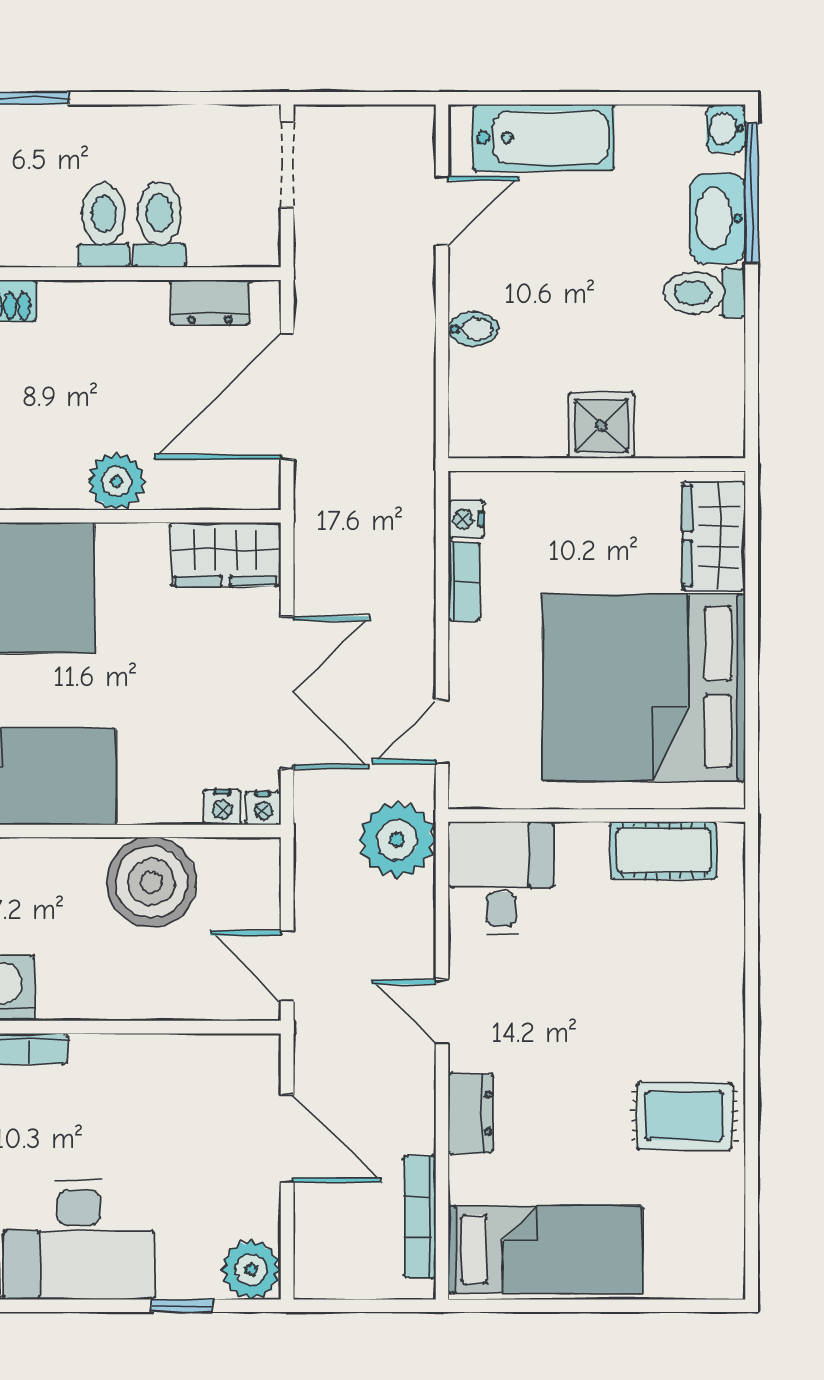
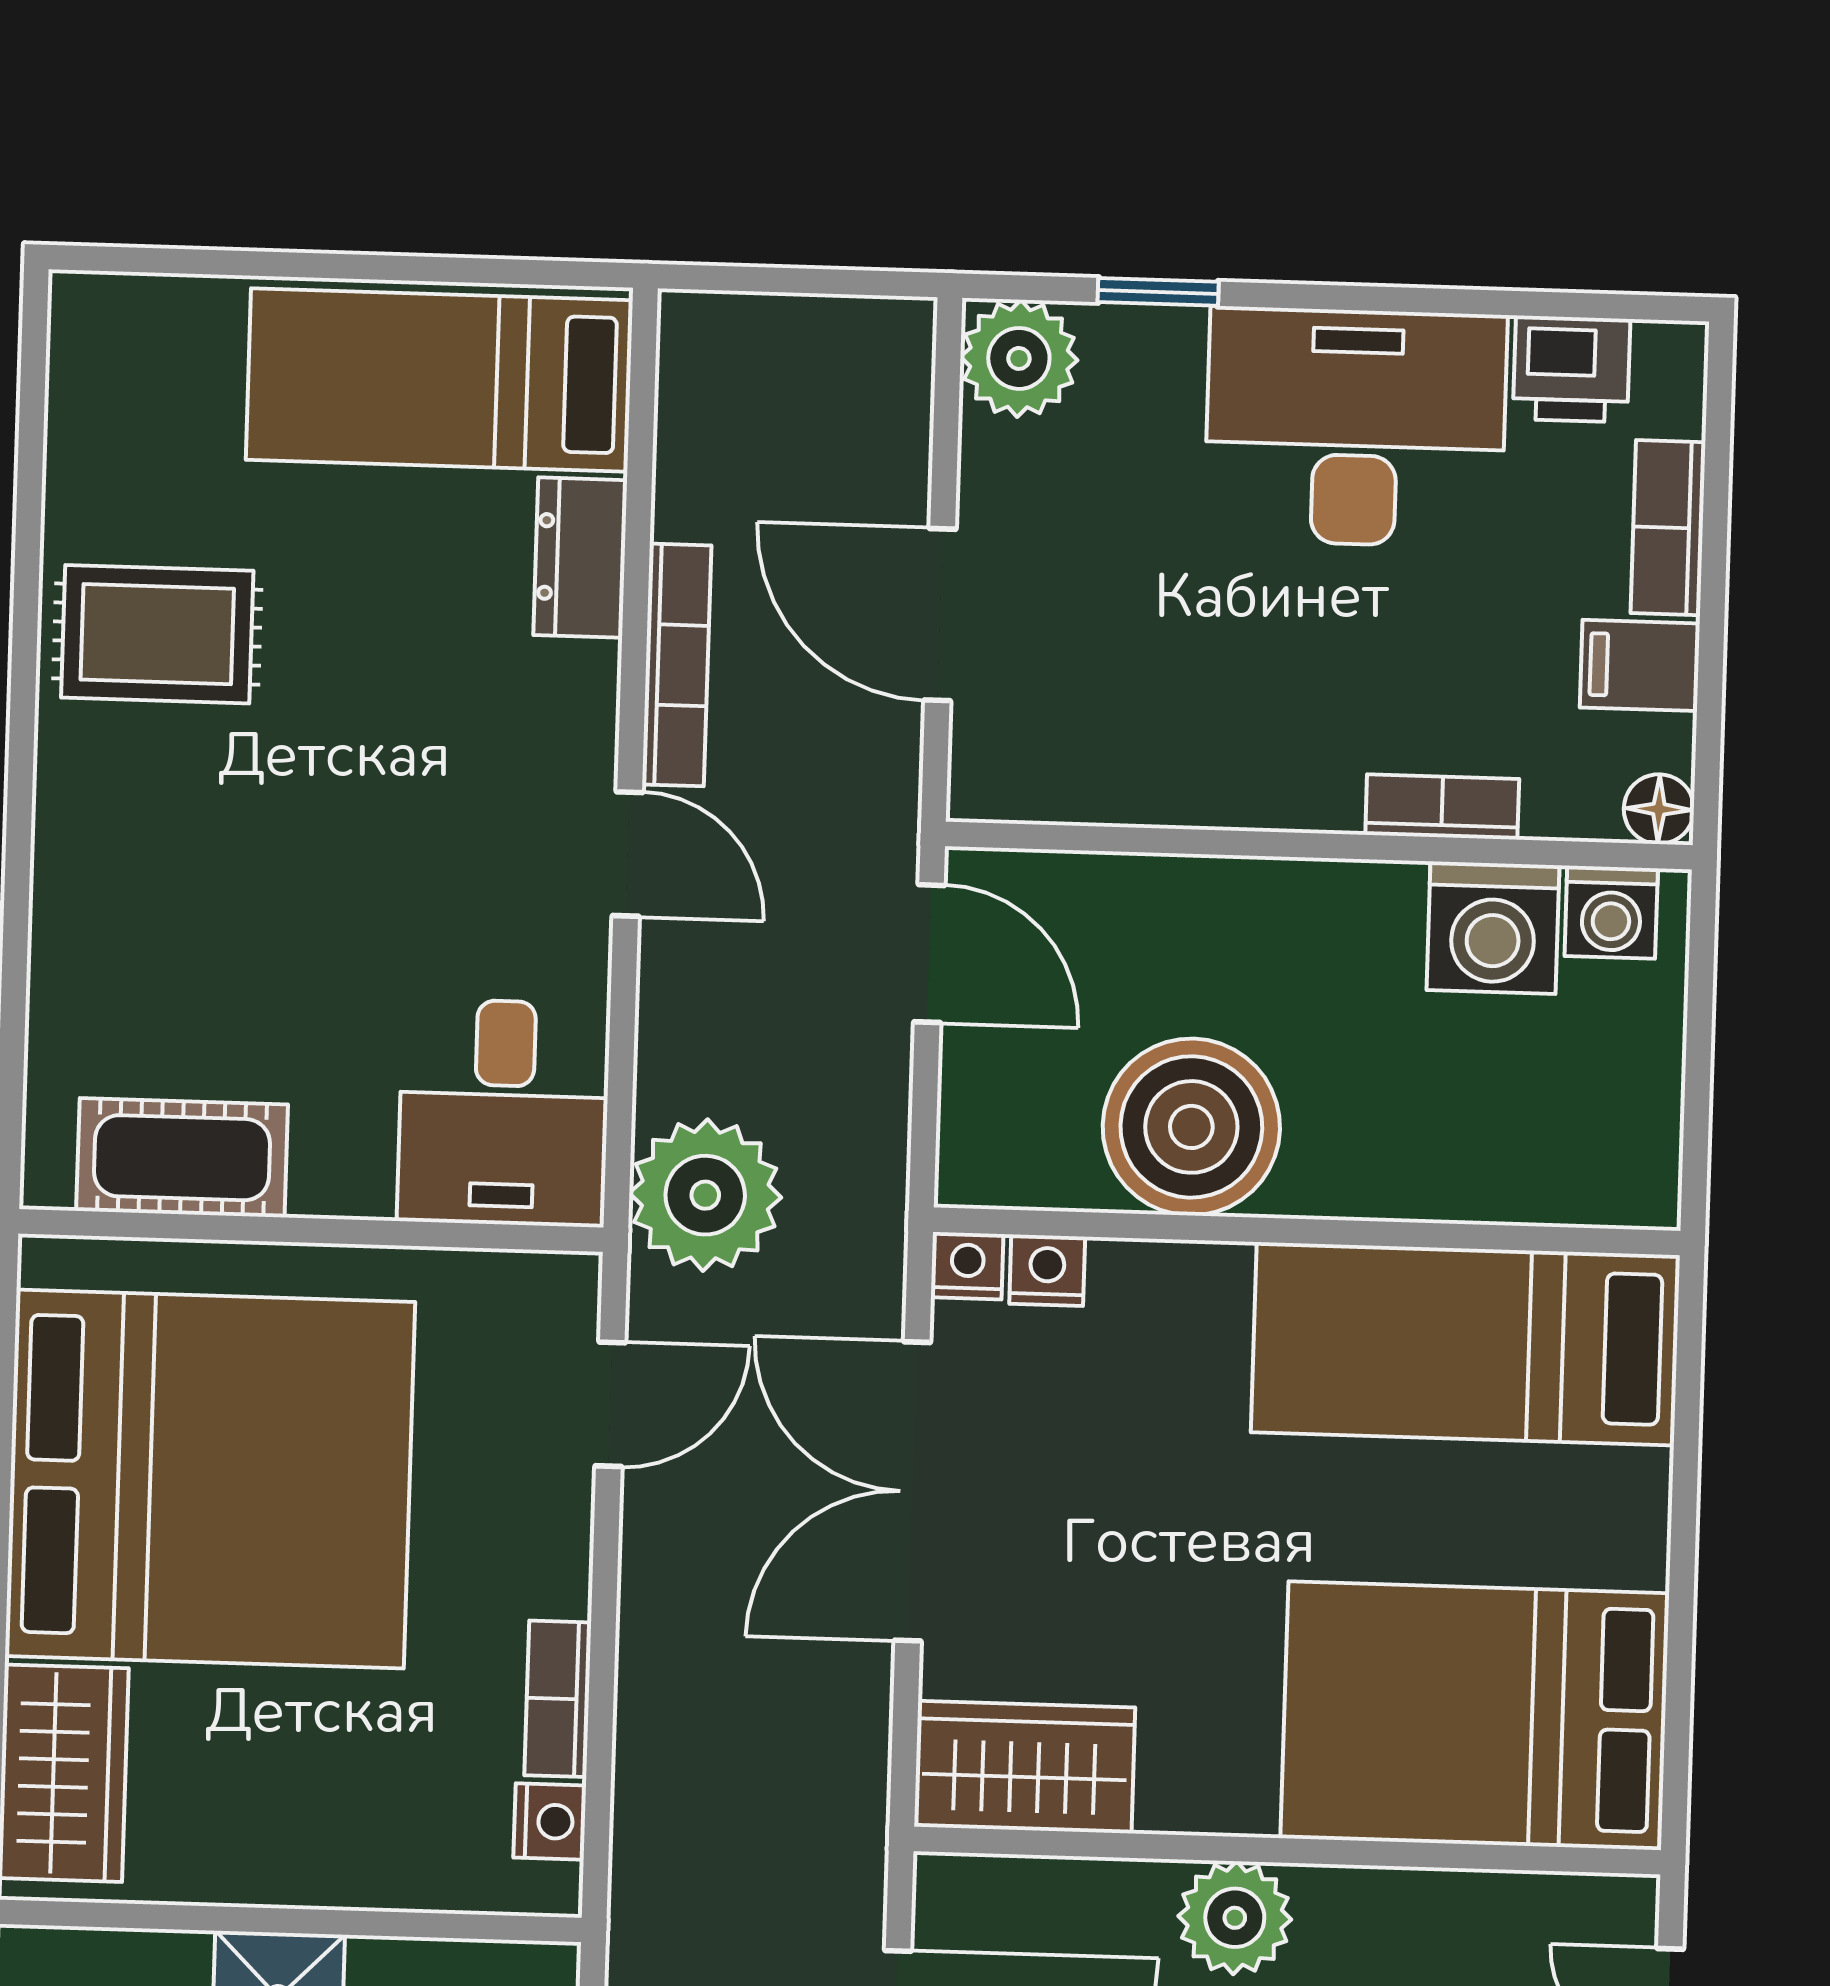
dresser: (471, 1113) -> (580, 558), moved
bookcase: (420, 1217) -> (677, 665), moved

